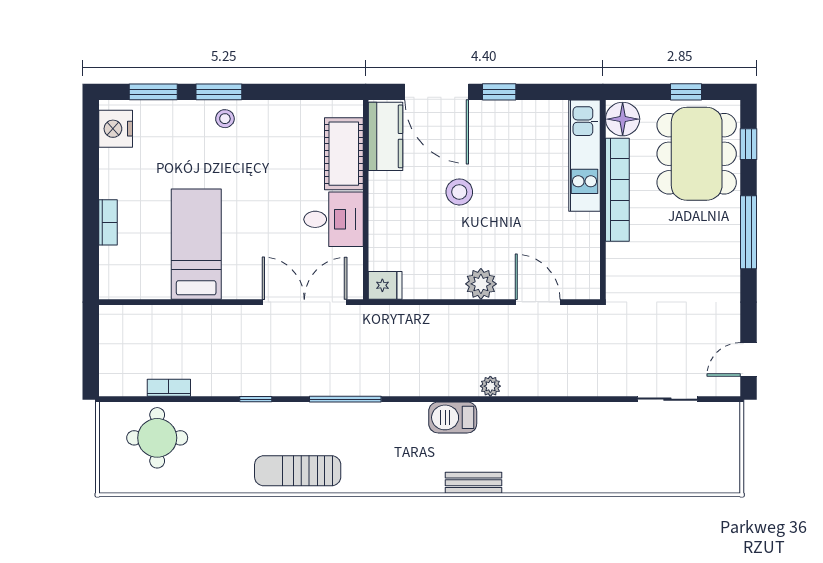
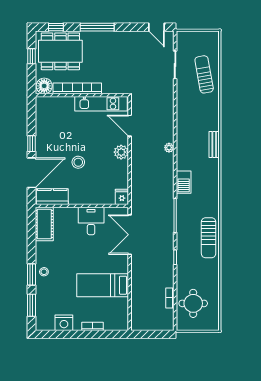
nightstand: (116, 129) -> (64, 323), moved
cot: (344, 154) -> (44, 224), moved, turned 90
kitchen unit: (585, 156) -> (101, 104), moved
door: (538, 302) -> (130, 126), hinge flipped
barbecue: (453, 417) -> (184, 182), moved
sun lounger: (647, 461) -> (204, 74), added
bench: (473, 483) -> (214, 145), moved

